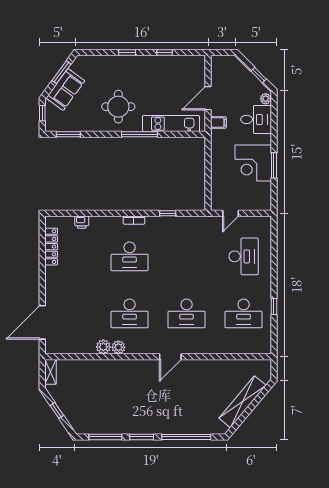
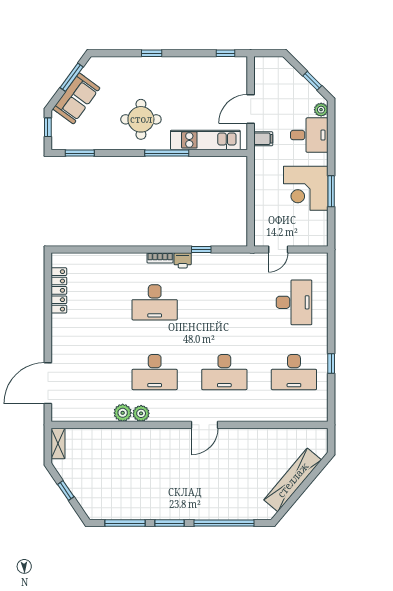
window: (165, 53) -> (225, 53), moved
printer: (82, 222) -> (183, 260), moved

